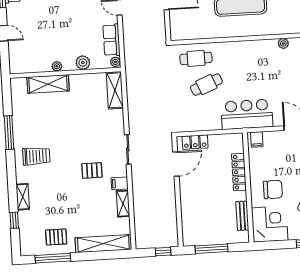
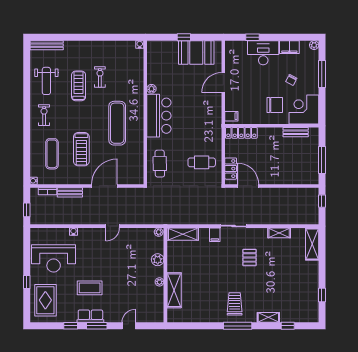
row of seats: (112, 40) -> (140, 234), removed
cafe table: (206, 85) -> (202, 162), moved, turned -68
bar counter: (247, 114) -> (159, 116), moved, turned 180
window: (9, 132) -> (238, 326), moved
locker: (239, 172) -> (241, 133), moved
filing cabinet: (120, 183) -> (215, 235), moved
chair: (273, 190) -> (275, 105), turned 90
pallet: (56, 237) -> (304, 291), removed
shelving: (103, 244) -> (312, 244), width x0.68
window: (53, 258) -> (322, 295), width x0.46

